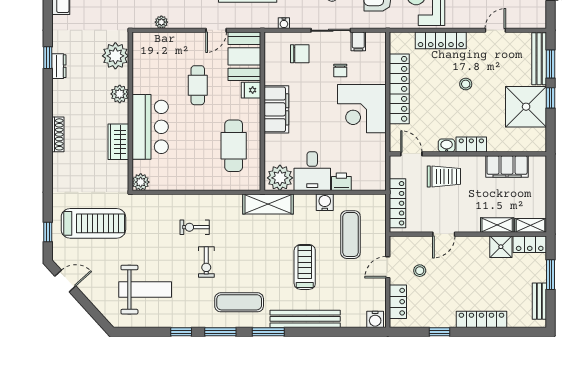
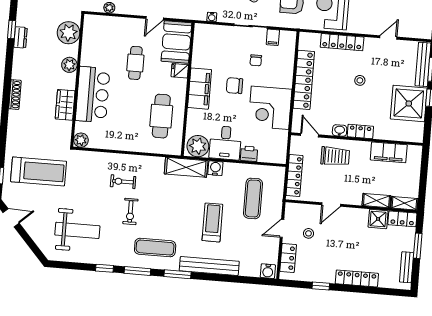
chair: (300, 54) -> (234, 86), moved, turned 180
corner desk: (362, 109) -> (270, 108), moved
water cooler: (325, 202) -> (215, 168), moved

